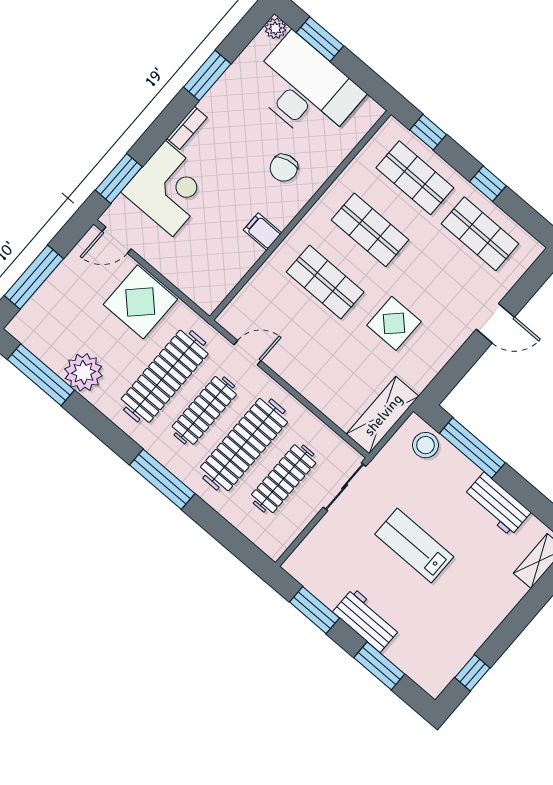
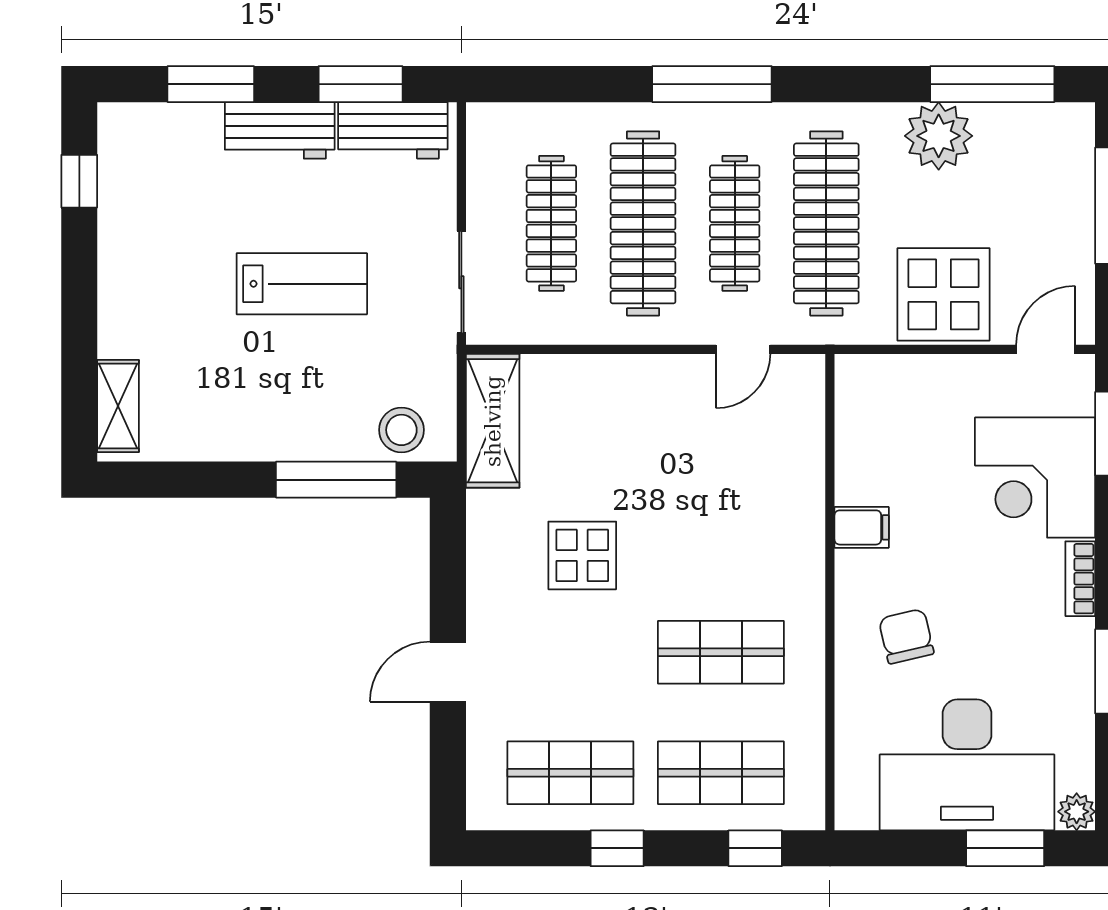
shop shelf: (325, 282) -> (721, 532), removed
workbench: (497, 504) -> (393, 130), moved, turned 180

